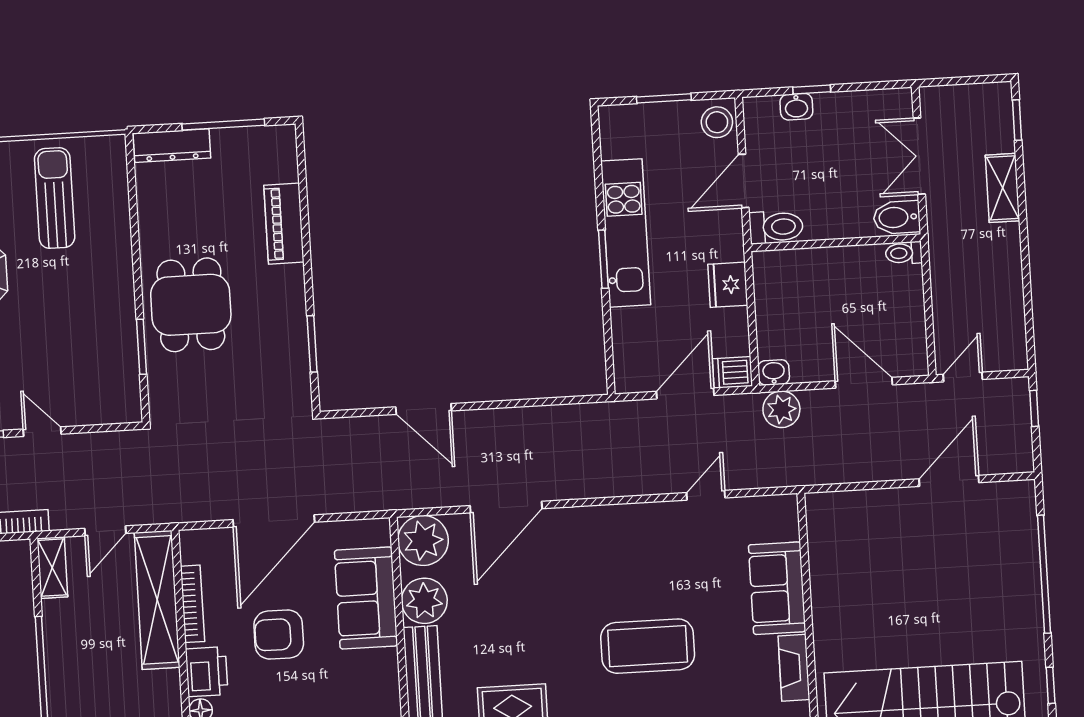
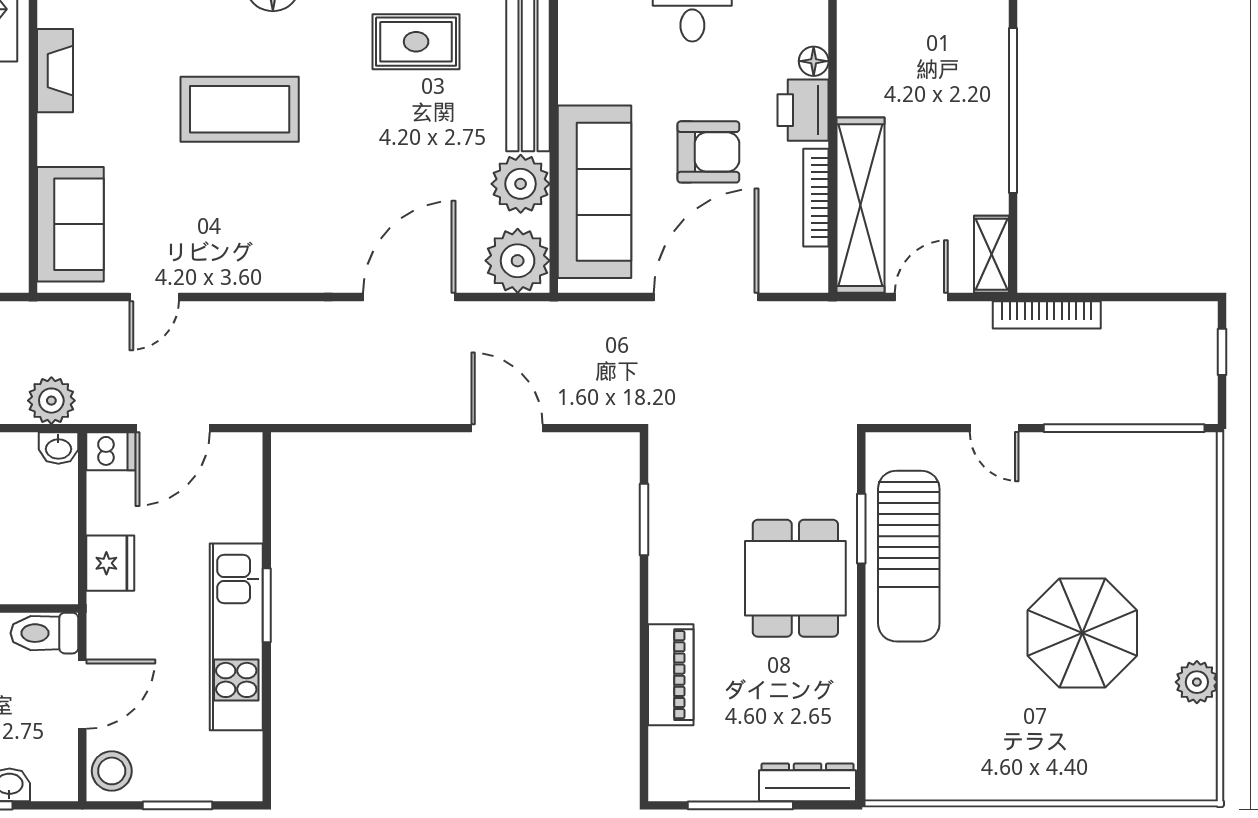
sun lounger: (55, 198) -> (909, 556), moved, width x1.36, depth x1.34
sofa: (777, 588) -> (70, 224), moved
sofa: (366, 598) -> (594, 192), width x1.36

